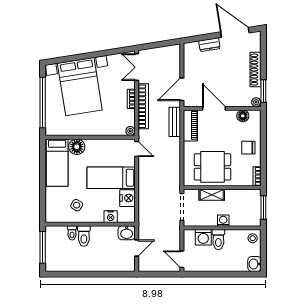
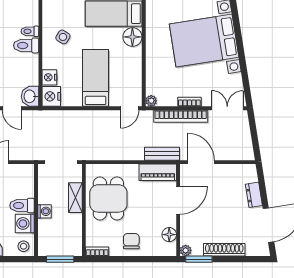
nightstand: (128, 198) -> (51, 96), moved, turned 90
washing machine: (203, 237) -> (25, 223), moved

